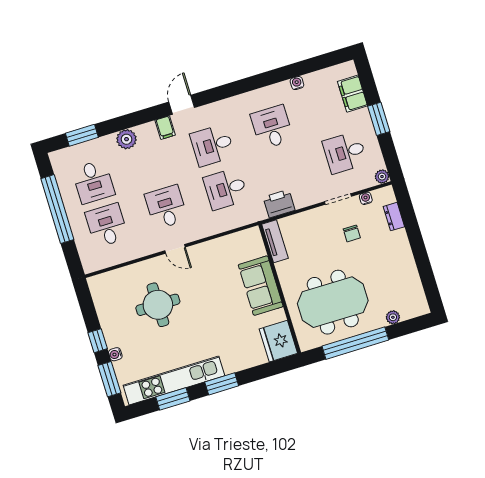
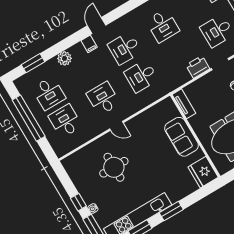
desk: (272, 127) -> (163, 26), turned 180
printer: (279, 204) -> (198, 67), moved

